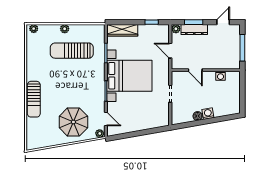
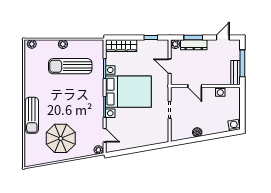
bench: (236, 57) -> (235, 73), added
washing machine: (208, 114) -> (234, 125), moved
parasol: (73, 122) -> (61, 138), moved

